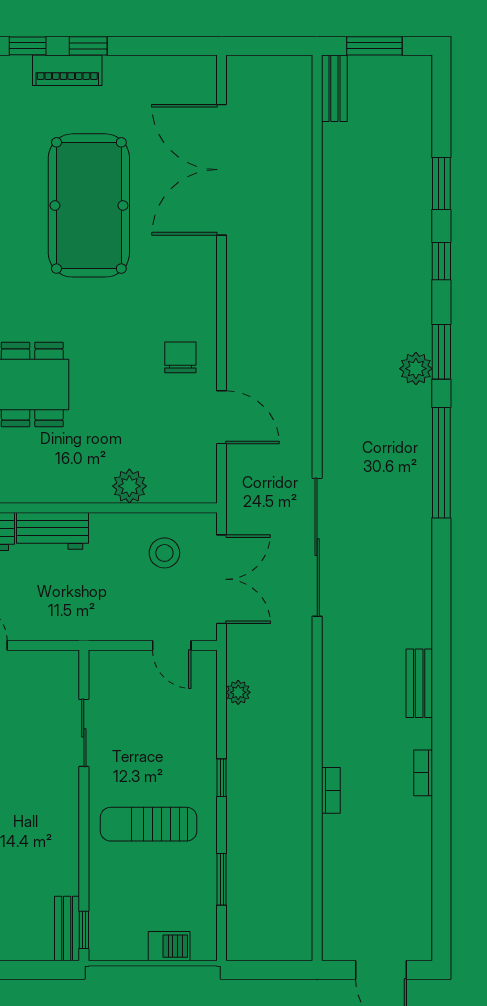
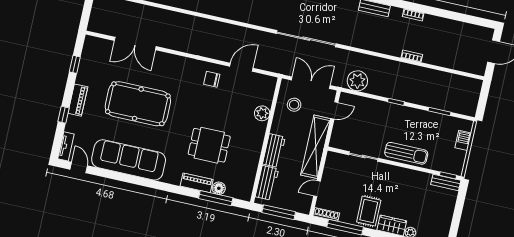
window: (88, 46) -> (75, 64), moved
double door: (222, 170) -> (135, 44), width x0.73
shelving: (82, 622) -> (316, 147), added
plant: (238, 692) -> (357, 81), width x1.87, depth x1.87
sun lounger: (149, 824) -> (406, 153), moved, turned -90

